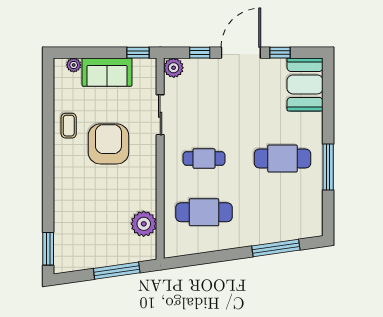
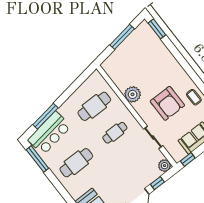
window: (328, 167) -> (37, 159), moved
bar counter: (287, 223) -> (49, 133), added
plant: (144, 224) -> (133, 94), moved
window: (117, 271) -> (122, 37), moved

